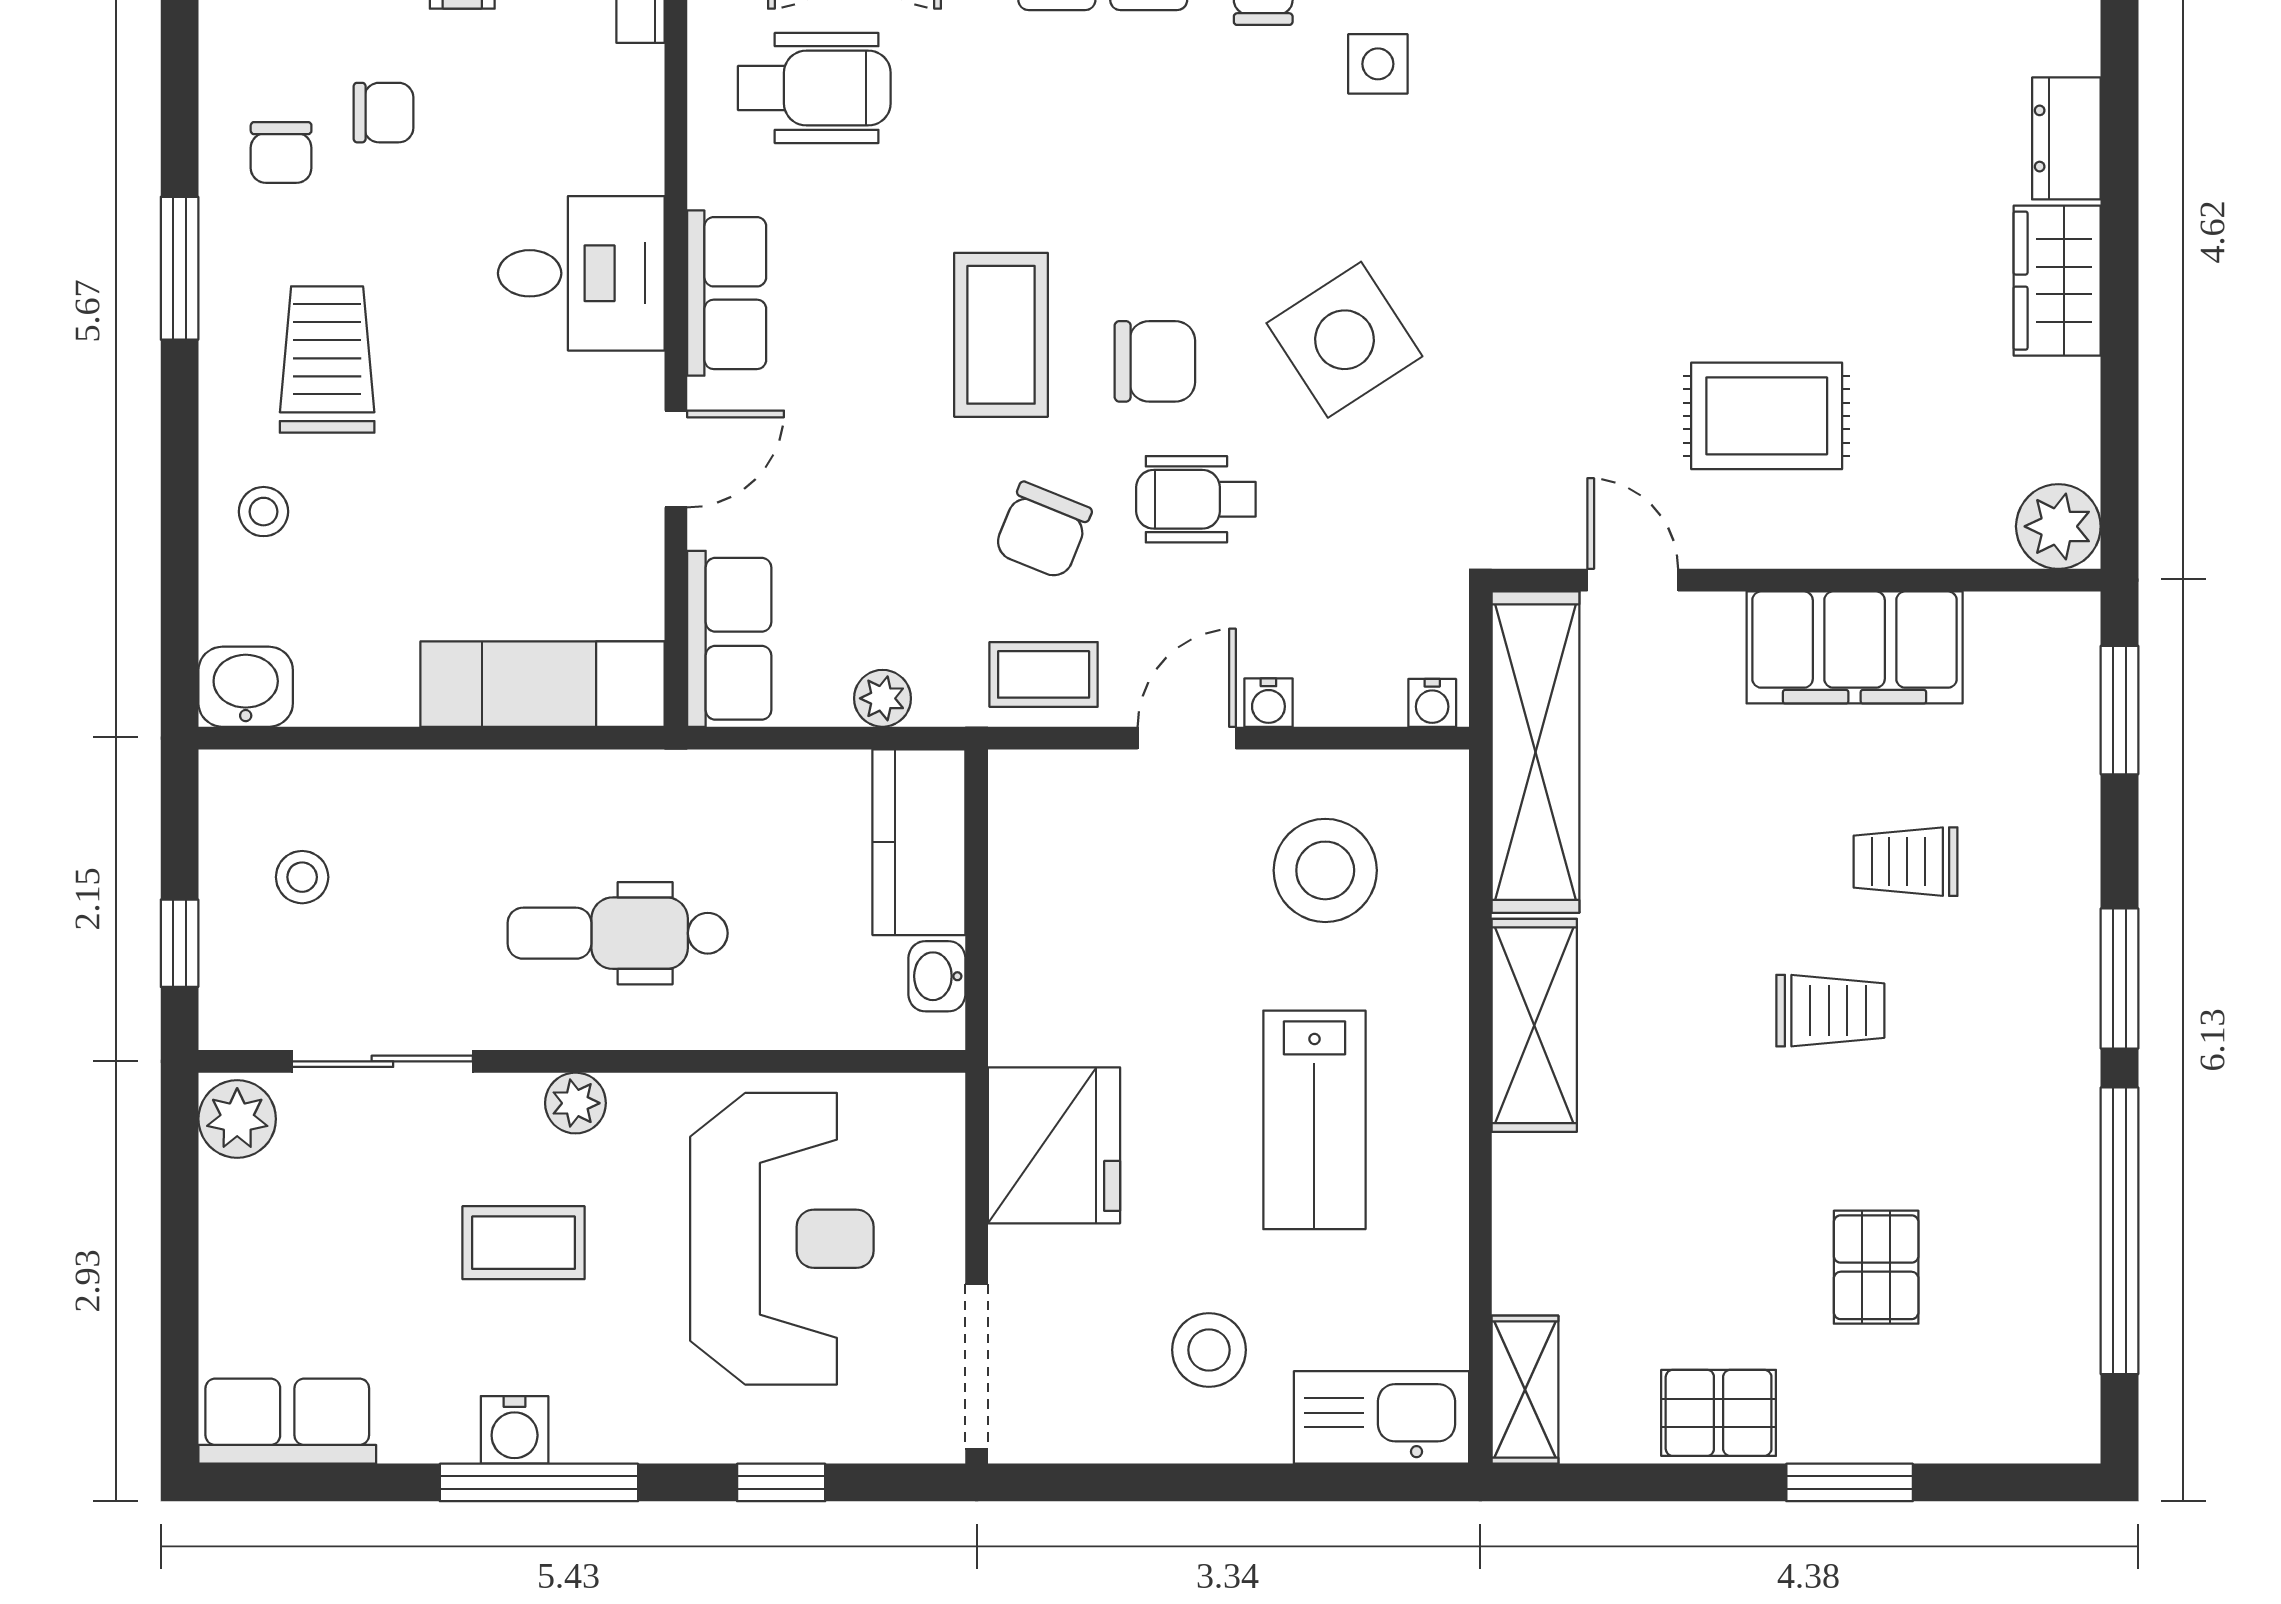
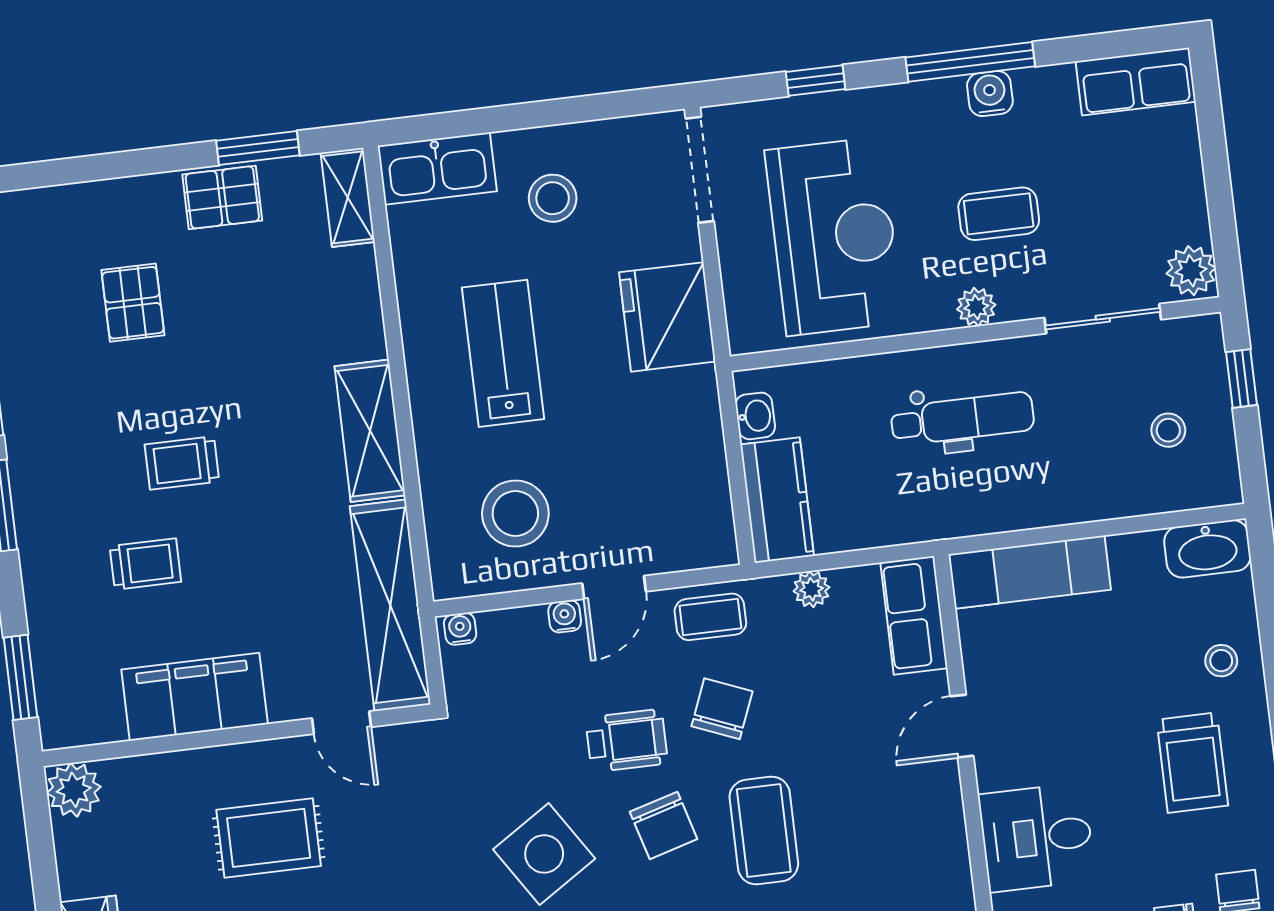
row of seats: (727, 293) -> (942, 836), removed
chair: (1155, 361) -> (664, 825), turned -106
washbasin: (246, 687) -> (1207, 549), width x1.38
reception desk: (782, 1239) -> (834, 236), turned 180
window: (1850, 1482) -> (258, 148), moved

